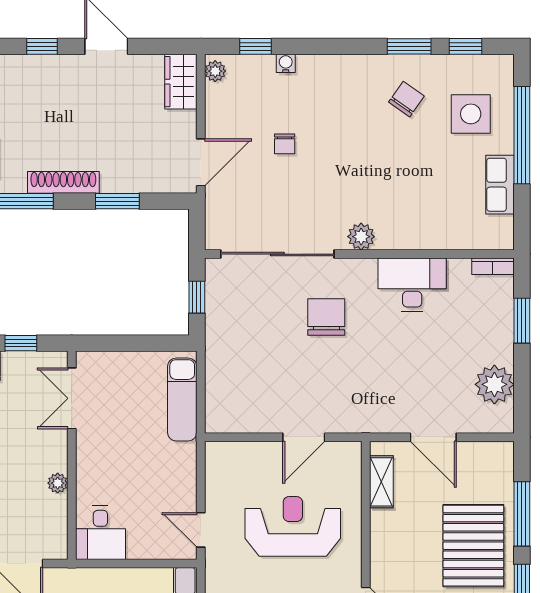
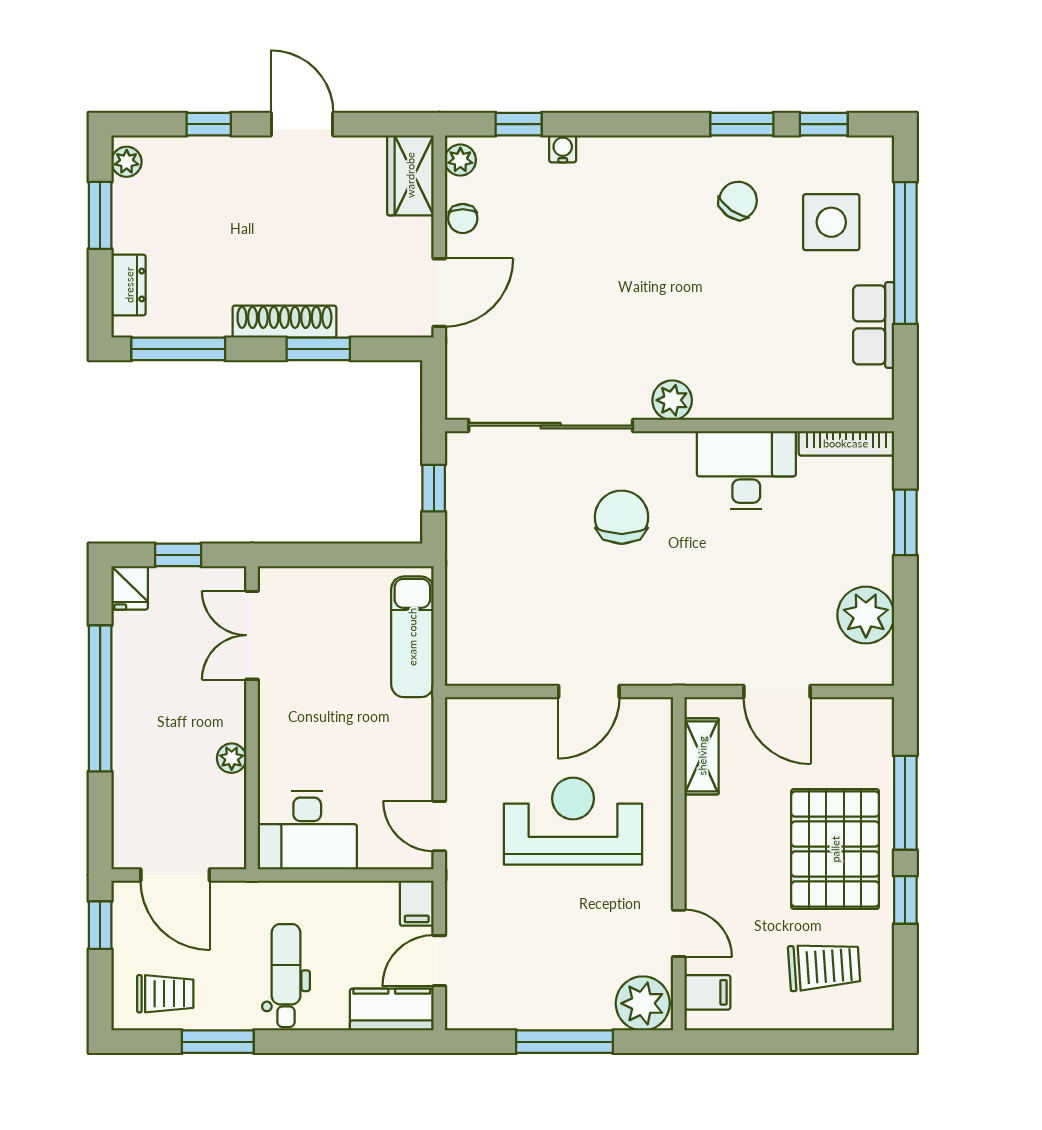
chair: (285, 144) -> (463, 219), moved
shoe rack: (63, 182) -> (284, 322), moved
bookcase: (493, 266) -> (846, 443), width x1.56
desk: (100, 533) -> (307, 830), width x1.37

